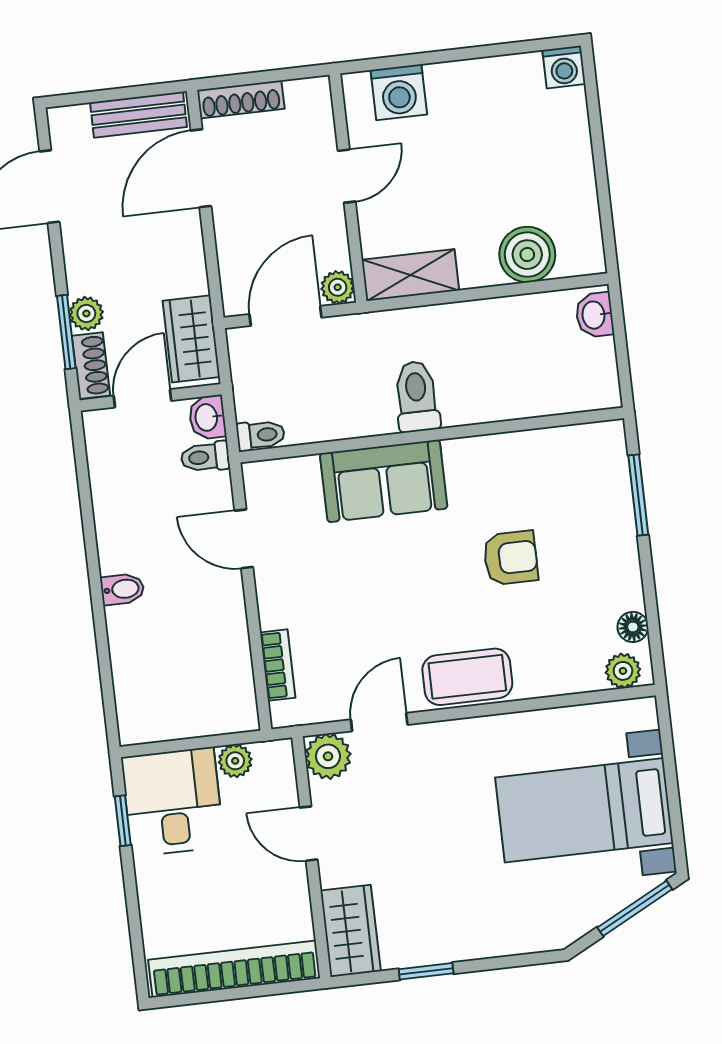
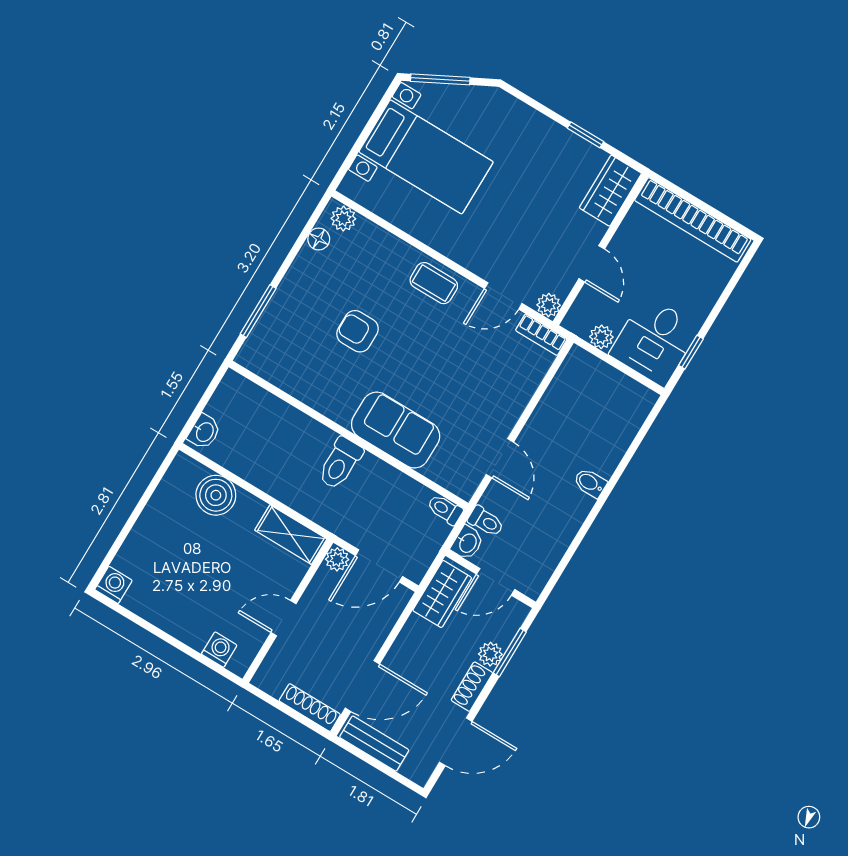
washing machine: (399, 92) -> (219, 650), width x0.73, depth x0.73
shoe rack: (91, 366) -> (472, 687), moved
bookcase: (278, 665) -> (541, 335), moved, turned -90
coffee table: (467, 677) -> (434, 283), width x0.73, depth x0.77
plant: (328, 756) -> (549, 305), width x0.73, depth x0.73

